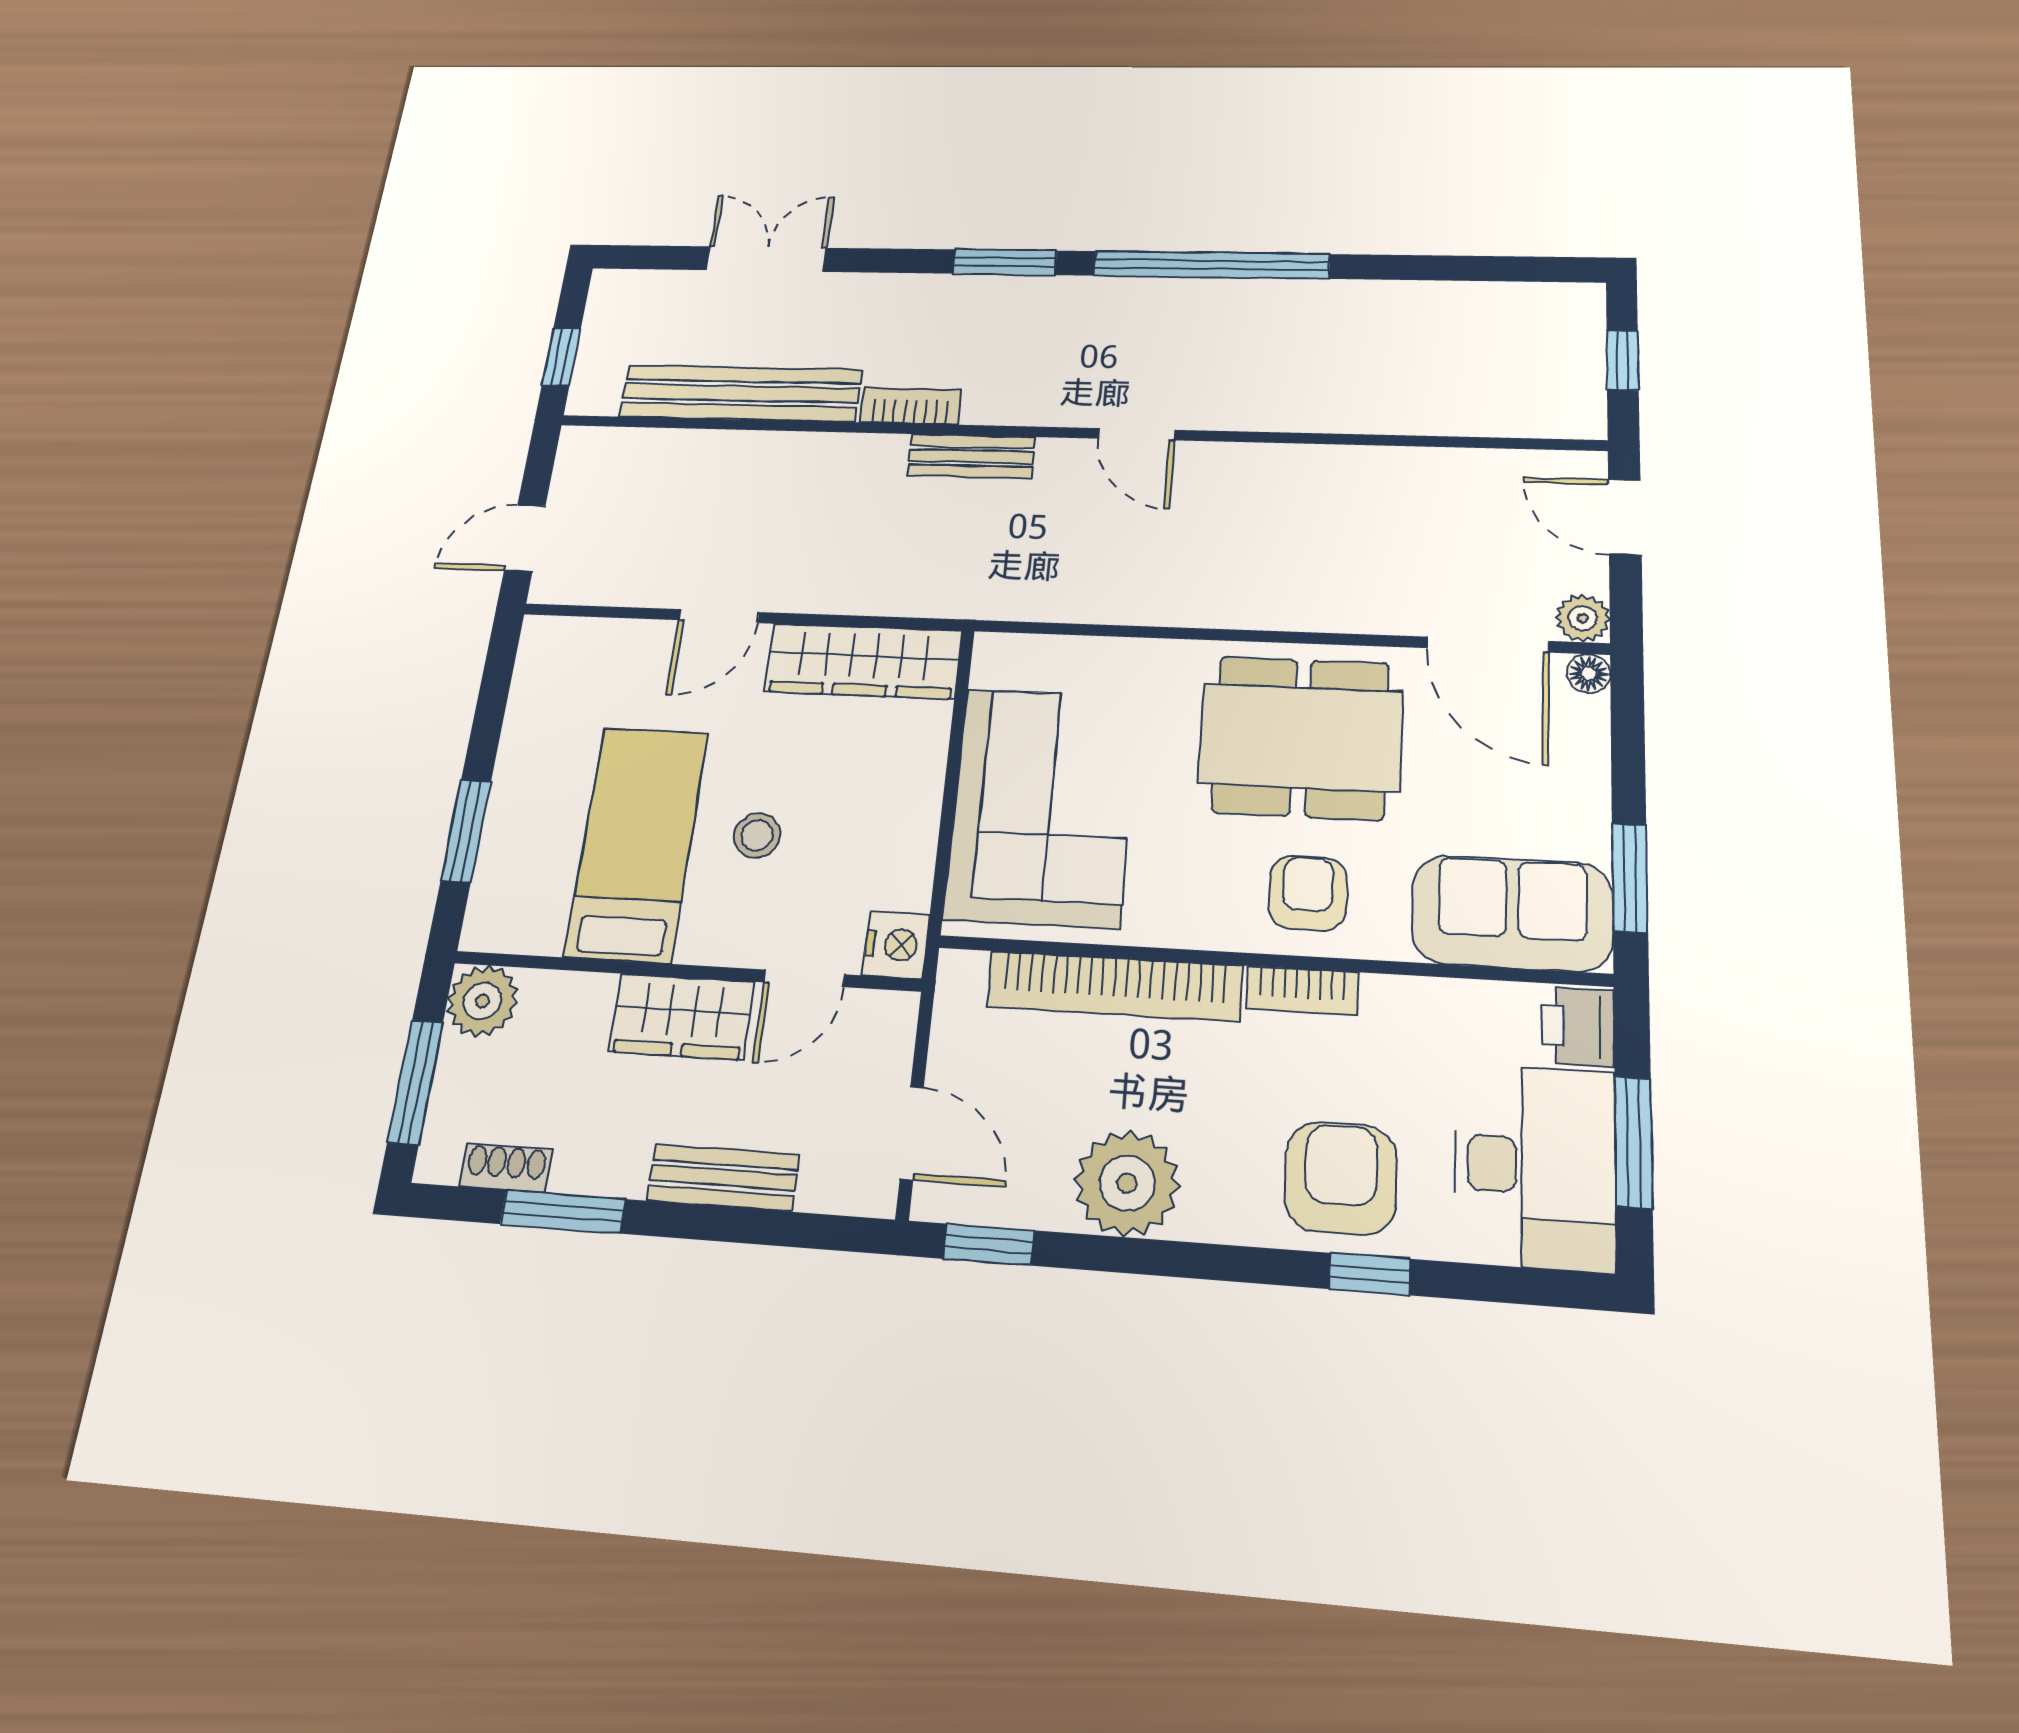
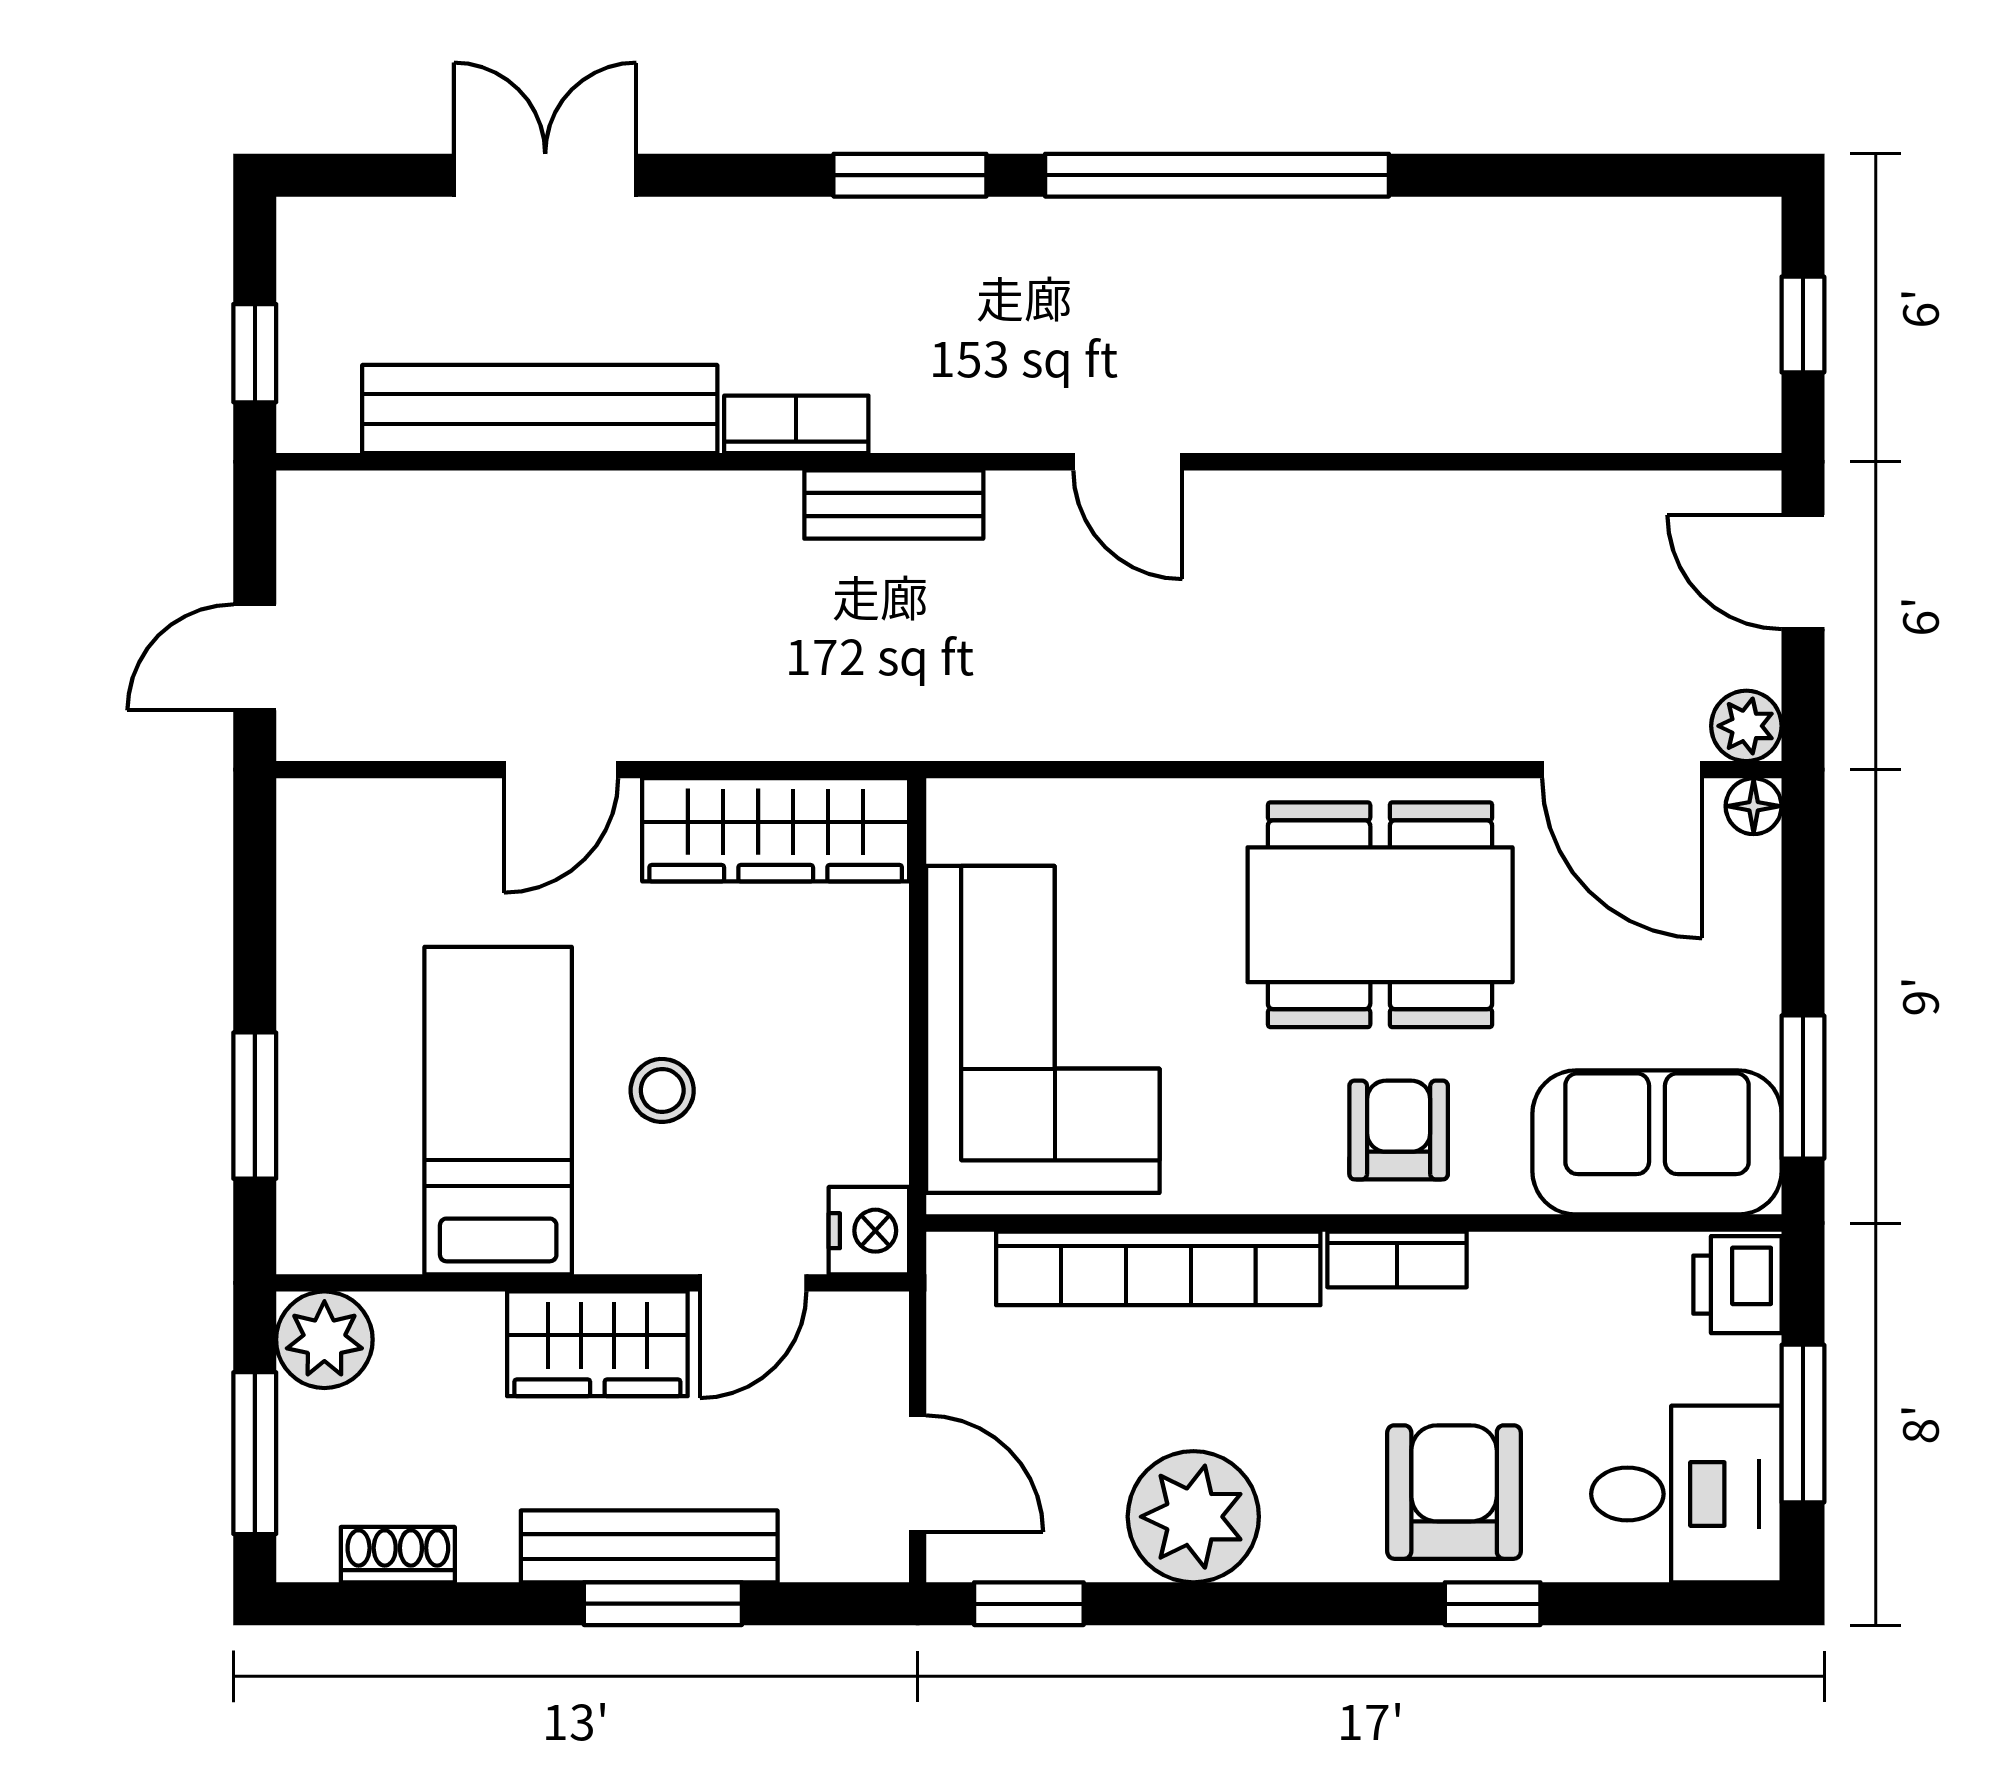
desk: (1535, 1166) -> (1686, 1494), width x0.73
bench: (723, 1178) -> (649, 1546), width x1.36
window: (563, 1212) -> (663, 1604), moved

